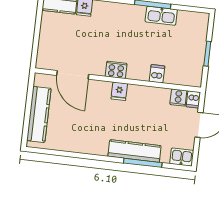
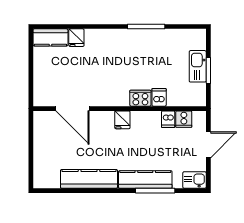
kitchen sink: (161, 16) -> (198, 66), moved, turned 90
cooker: (116, 70) -> (140, 98), moved
dishwasher: (193, 99) -> (168, 119), moved
kitchen counter: (39, 114) -> (89, 179), moved, turned -90

